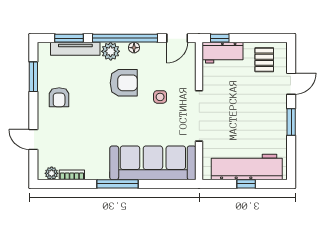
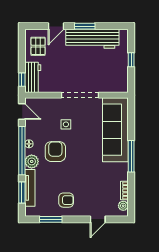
pallet: (264, 60) -> (38, 46), turned 90
door: (291, 84) -> (56, 26), swing flipped
workbench: (247, 167) -> (92, 39), moved, turned -90

